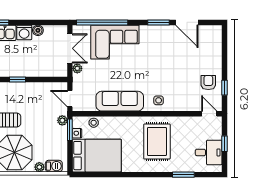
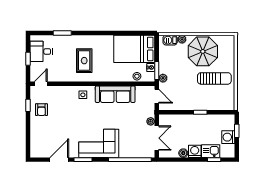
door: (187, 22) -> (59, 160), hinge flipped
corner sofa: (115, 42) -> (99, 143), moved
double door: (70, 48) -> (157, 138), swing flipped
door: (209, 114) -> (41, 84), swing flipped
rug: (157, 142) -> (84, 61), width x0.73, depth x0.70

